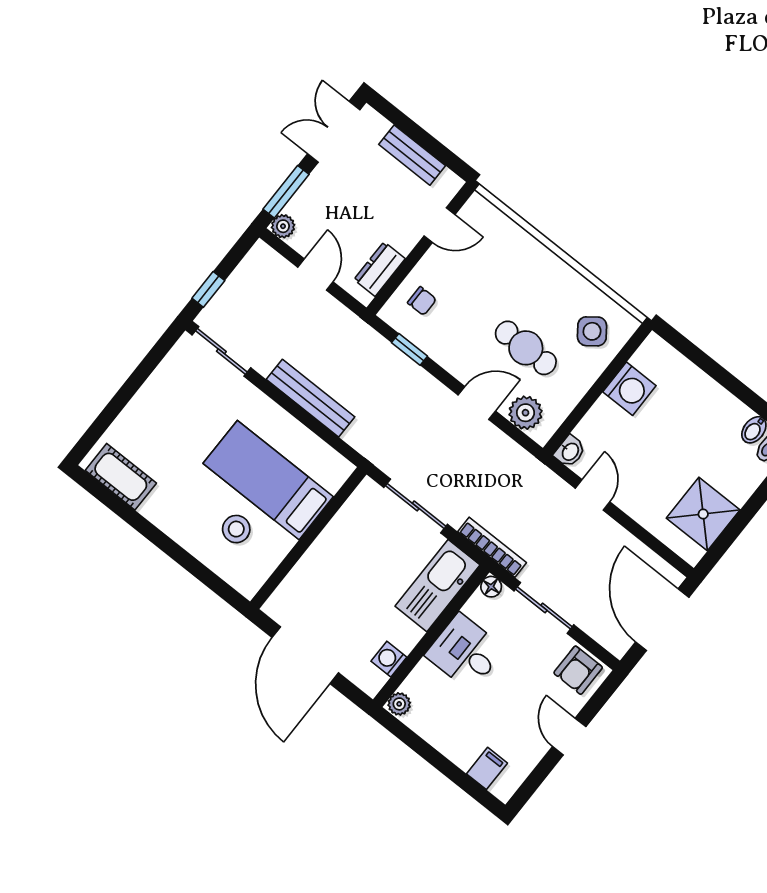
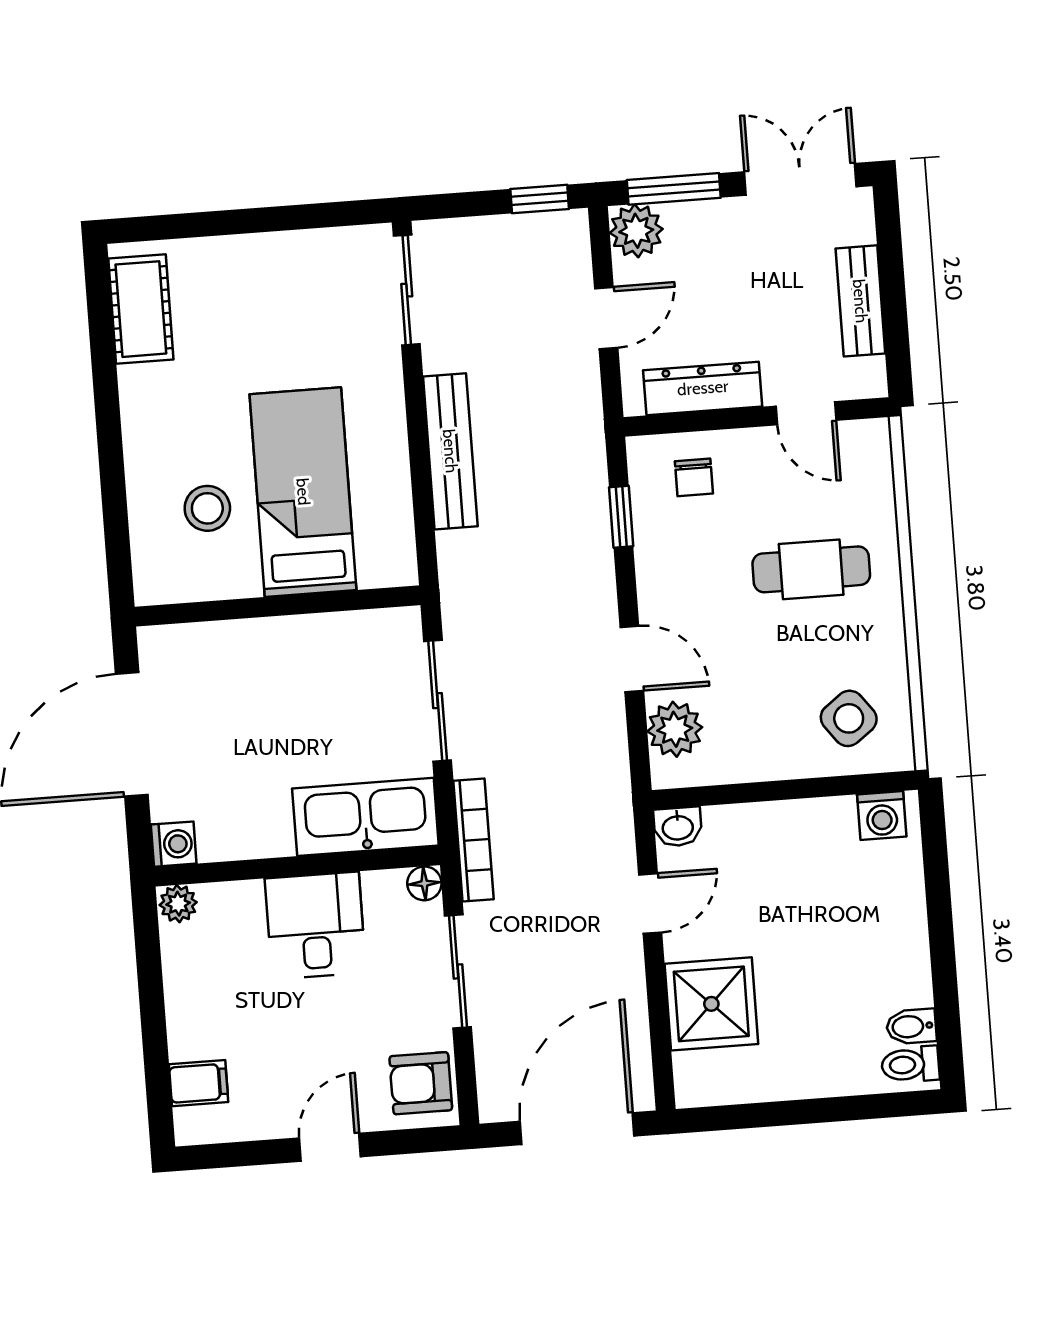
plant: (283, 226) -> (636, 231), width x1.38, depth x1.38
dresser: (380, 269) -> (703, 388), width x1.44
window: (208, 289) -> (540, 199), moved
cafe table: (526, 348) -> (811, 569), moved, turned 90
washing machine: (629, 389) -> (882, 815), moved, width x0.73, depth x0.73
shower: (703, 514) -> (711, 1004), moved
washing machine: (389, 659) -> (174, 844), moved, turned 90

